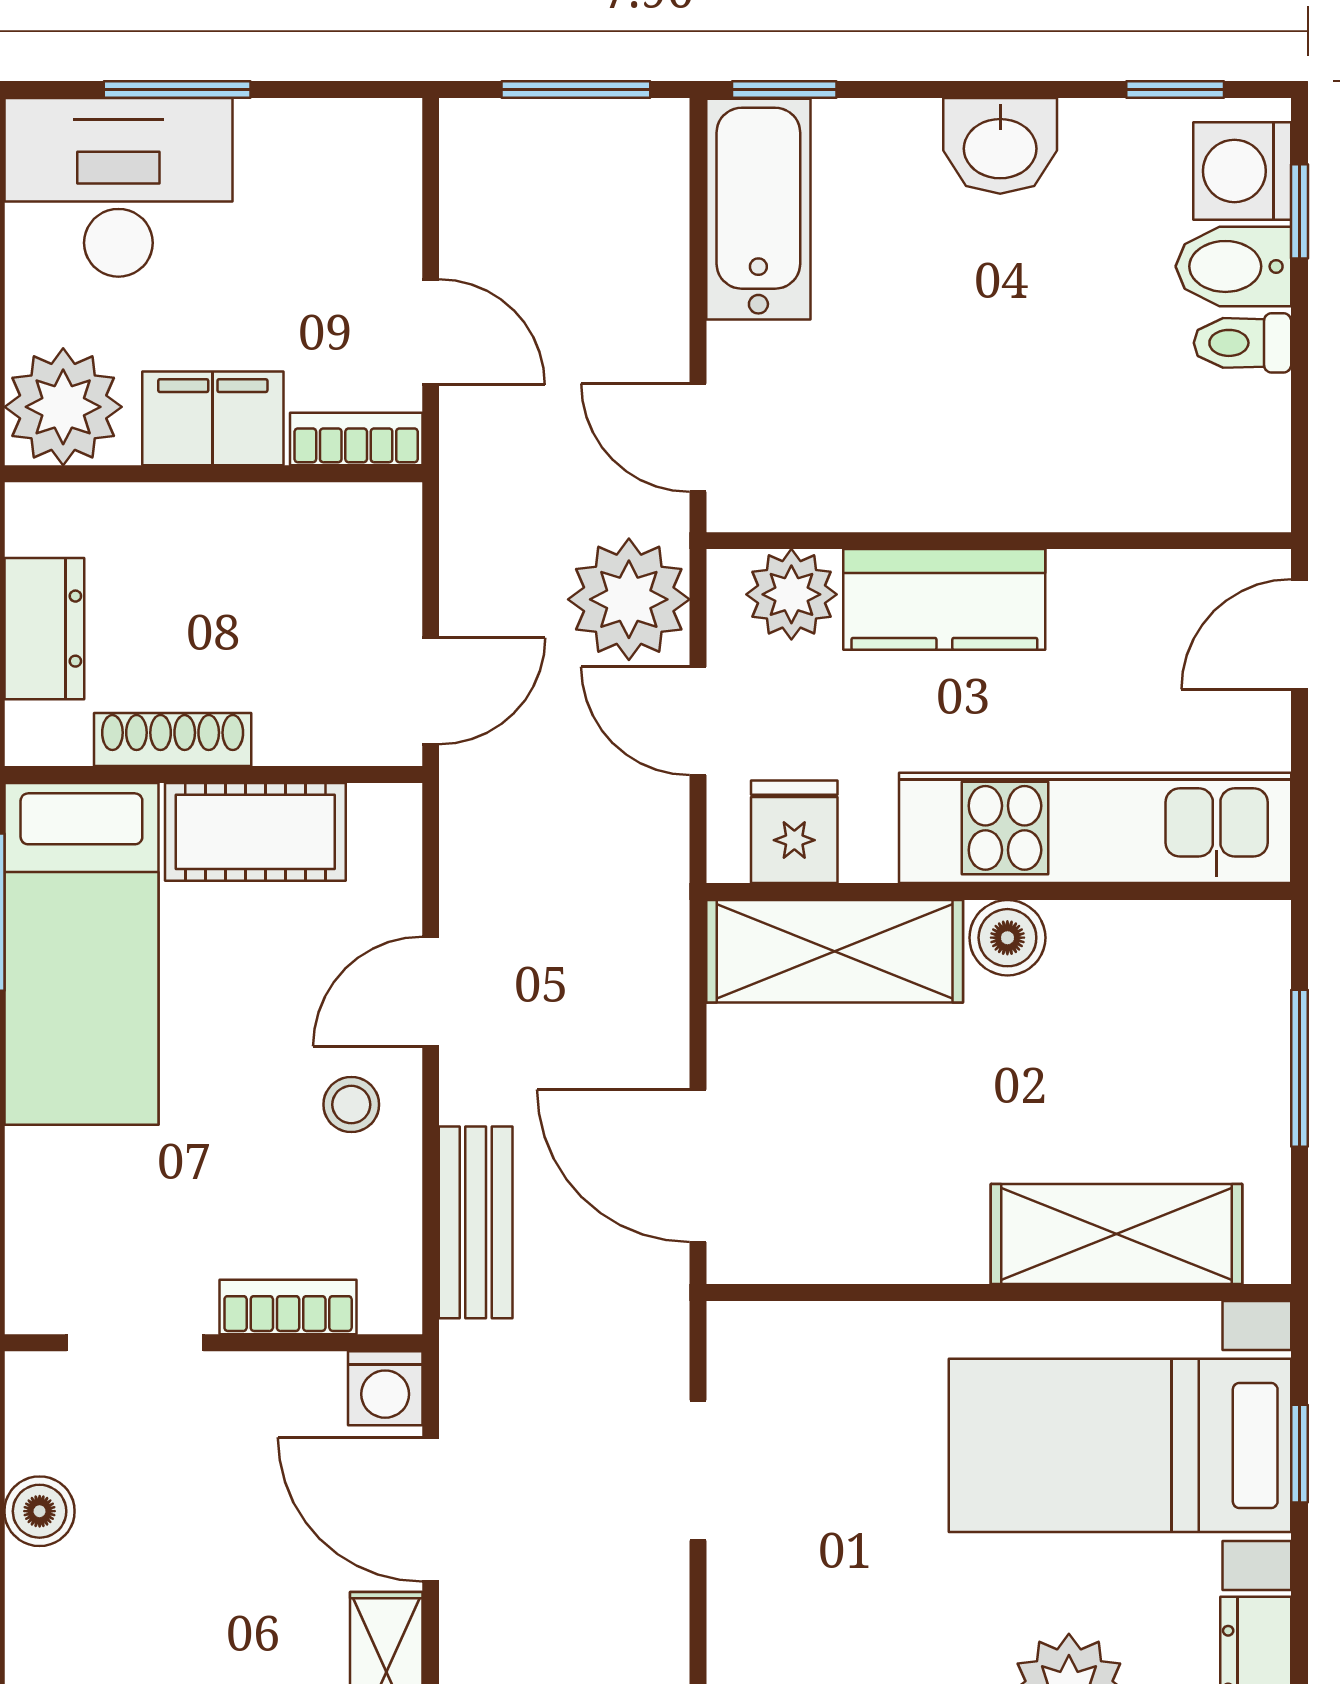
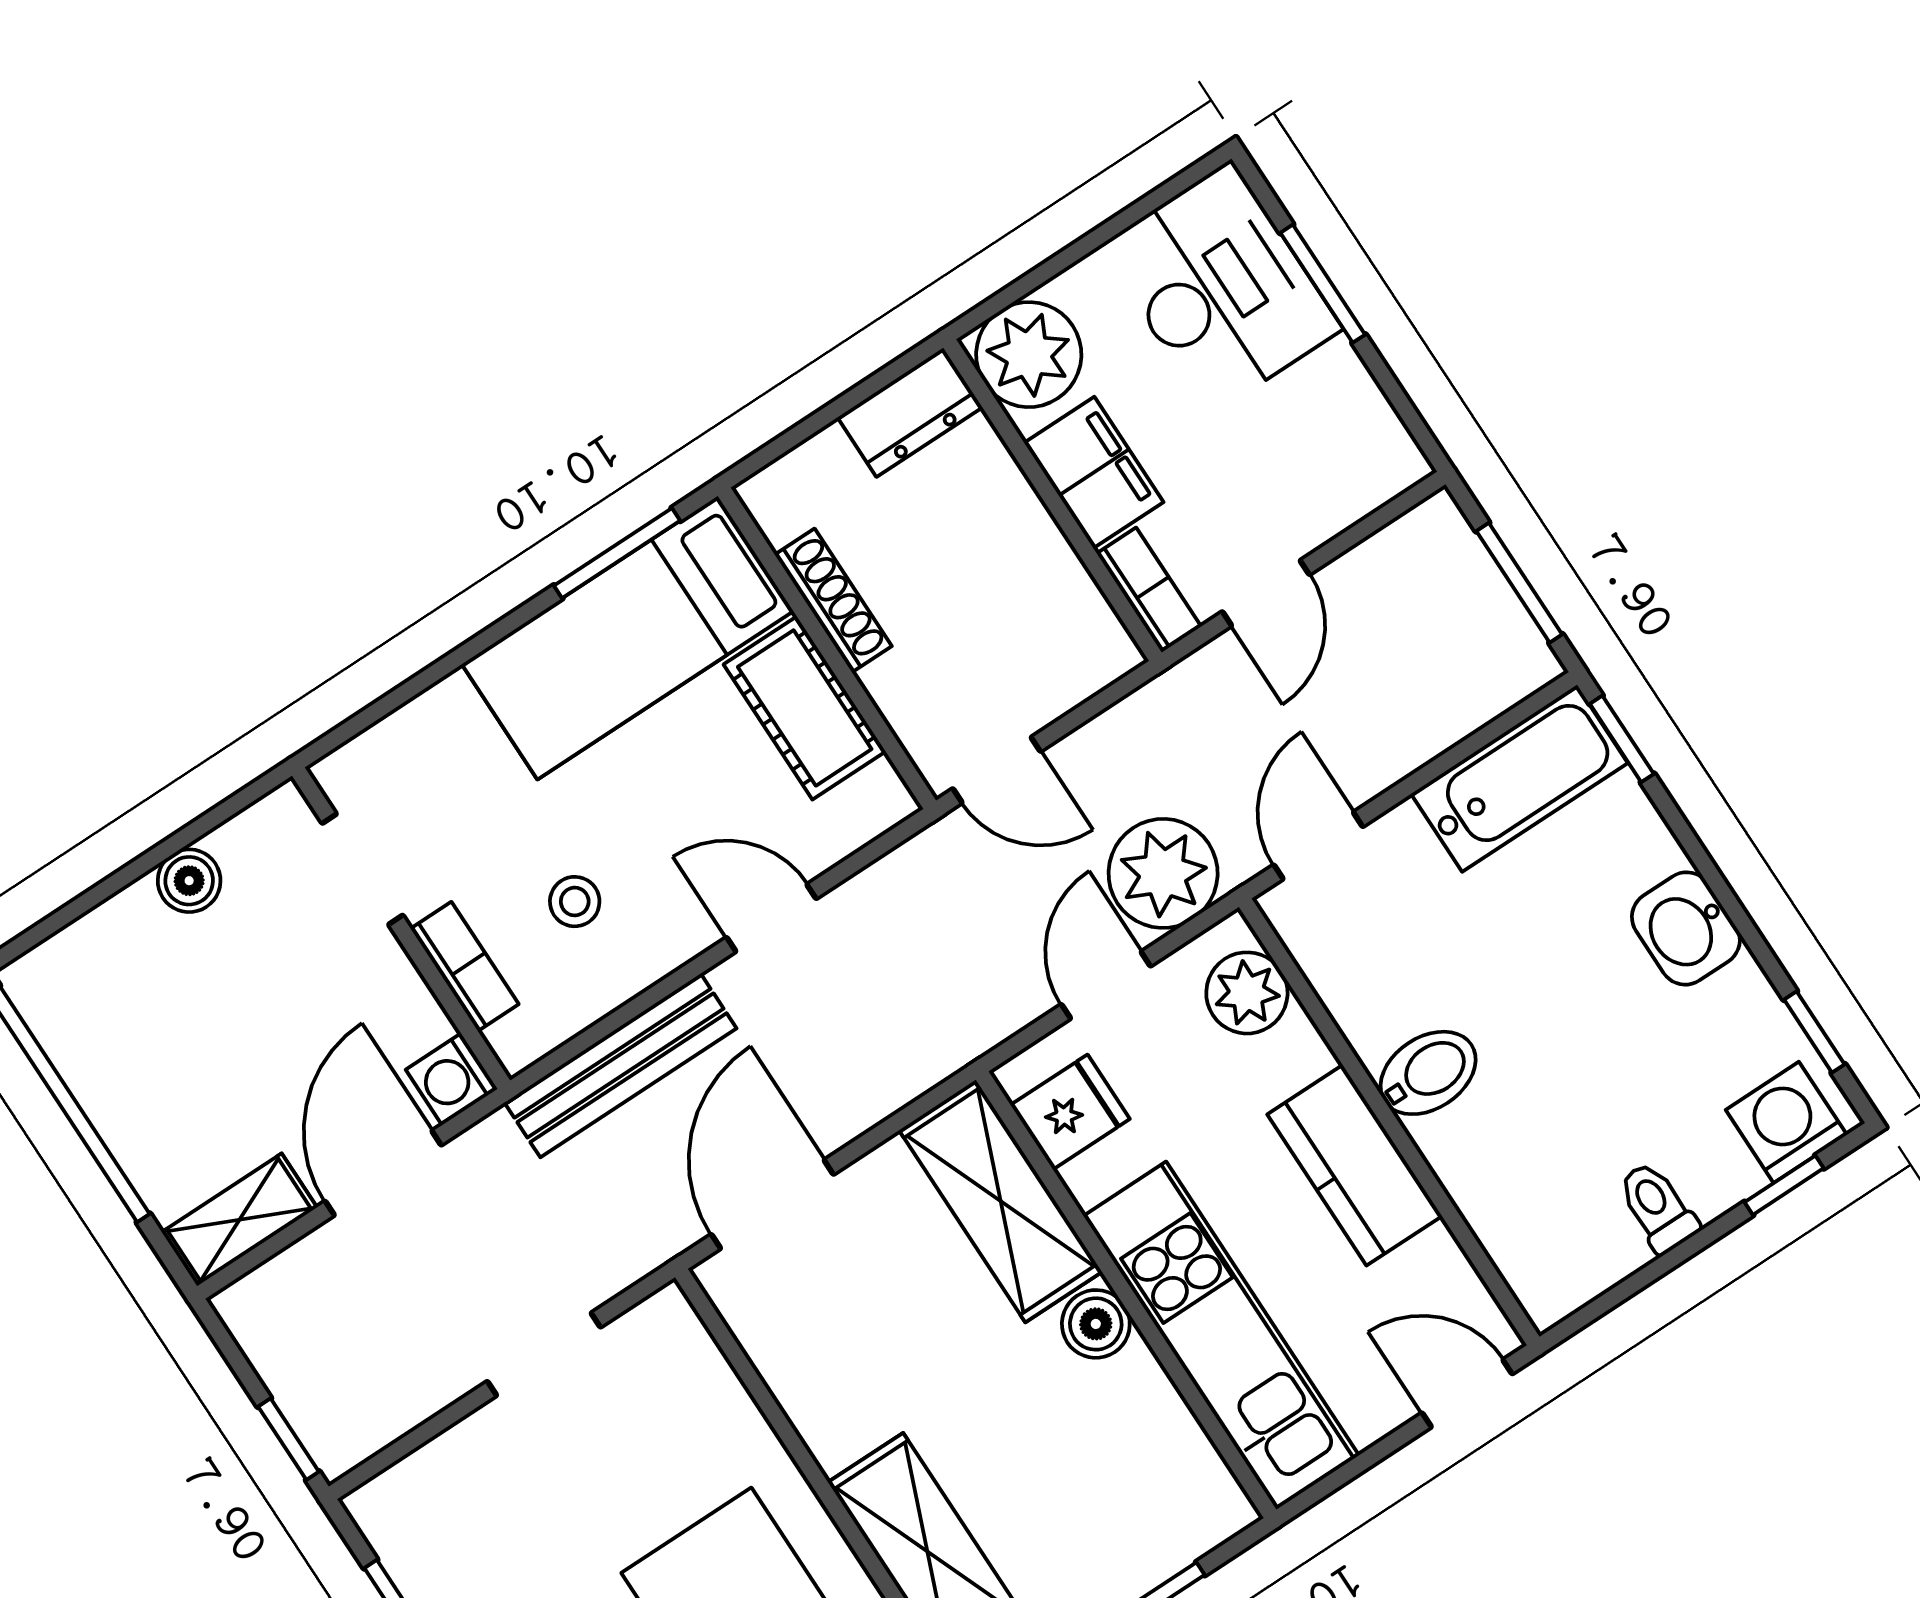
bidet: (1233, 266) -> (1428, 1073), moved, turned 90
kitchen counter: (944, 599) -> (1355, 1165), moved
dresser: (44, 629) -> (910, 412), moved
stool: (351, 1105) -> (575, 902), moved
bench: (476, 1222) -> (620, 1065), width x1.36

